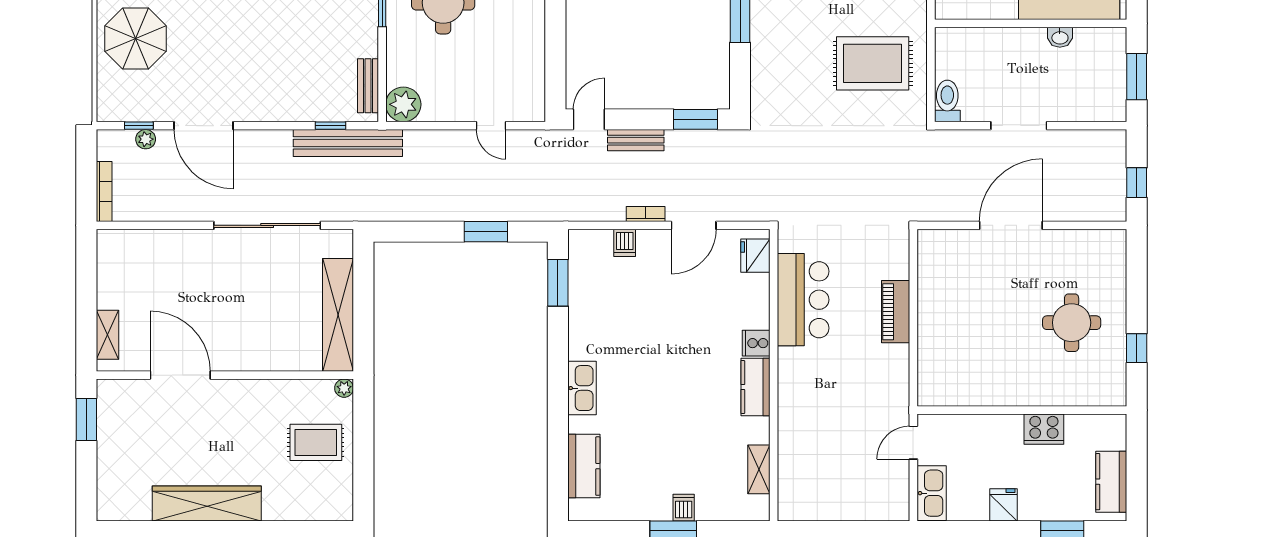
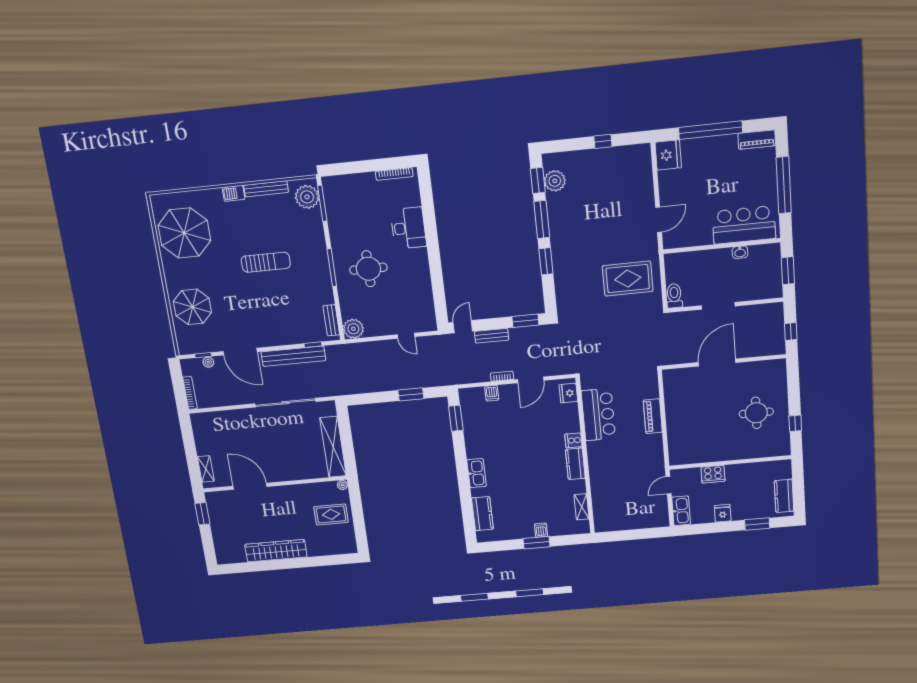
bench: (348, 143) -> (293, 356), moved
cooker: (1044, 429) -> (713, 474), moved

